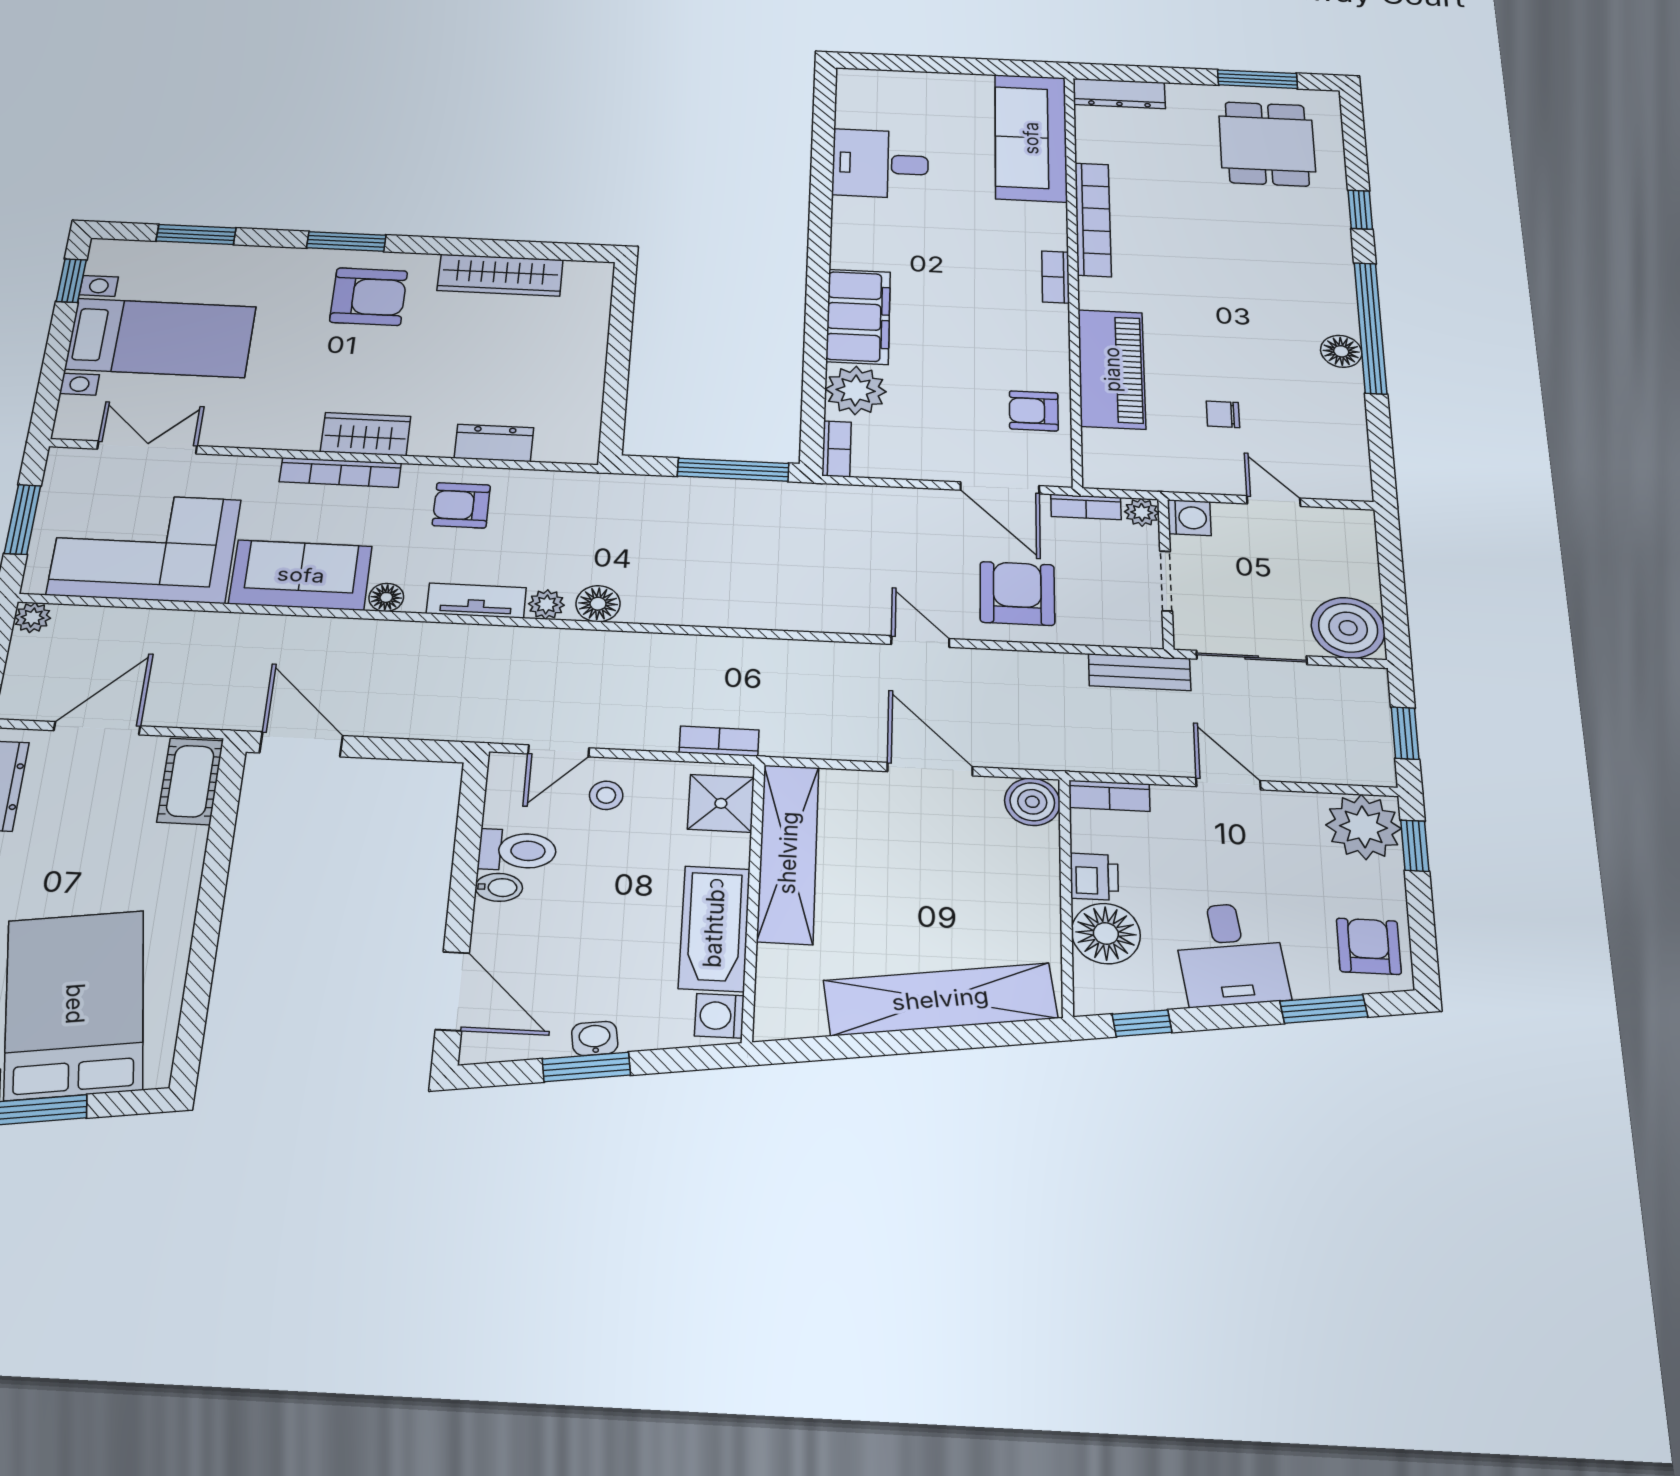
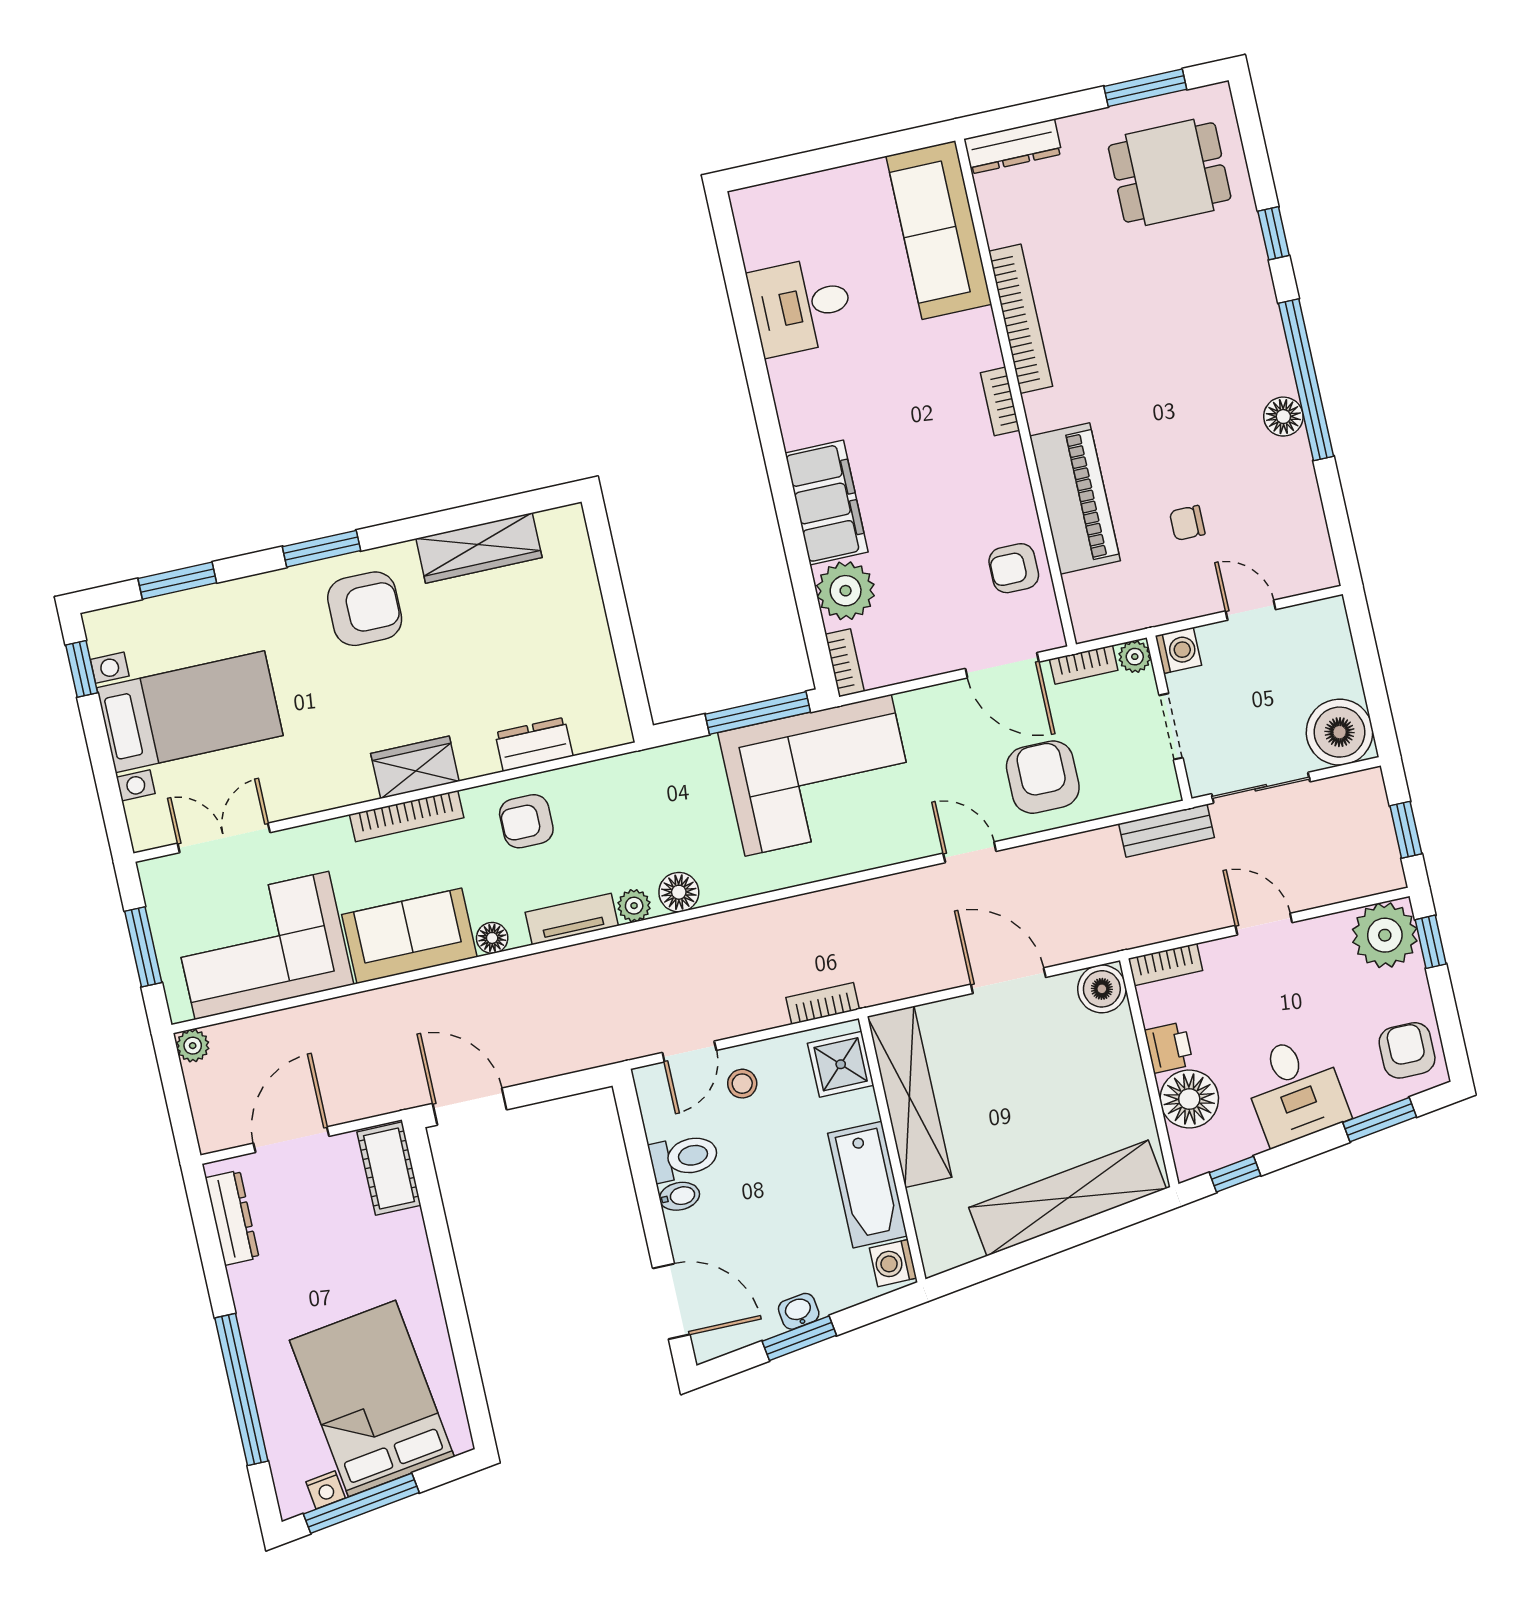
dining table: (1267, 144) -> (1170, 172), turned 90
corner sofa: (779, 537) -> (818, 775), added

